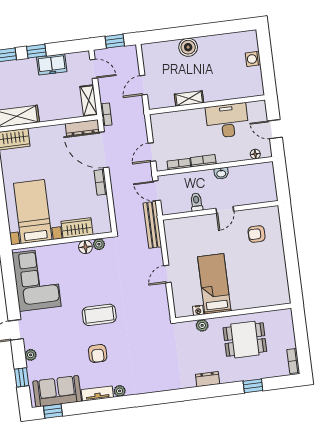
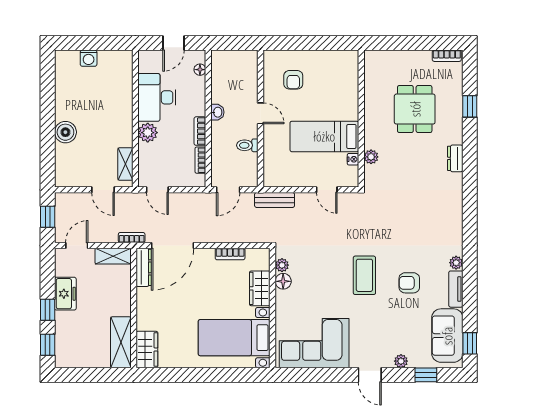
shelving: (189, 99) -> (125, 164), moved
plant: (197, 117) -> (148, 133), added
door: (152, 152) -> (157, 190), moved
bookcase: (101, 182) -> (230, 254), moved
bench: (152, 225) -> (275, 200), width x0.73
bed: (214, 284) -> (324, 136), moved
nightstand: (198, 310) -> (353, 159), moved
wall: (233, 313) -> (361, 119), moved
plant: (202, 325) -> (371, 157), moved
armchair: (98, 354) -> (409, 283), turned 180

